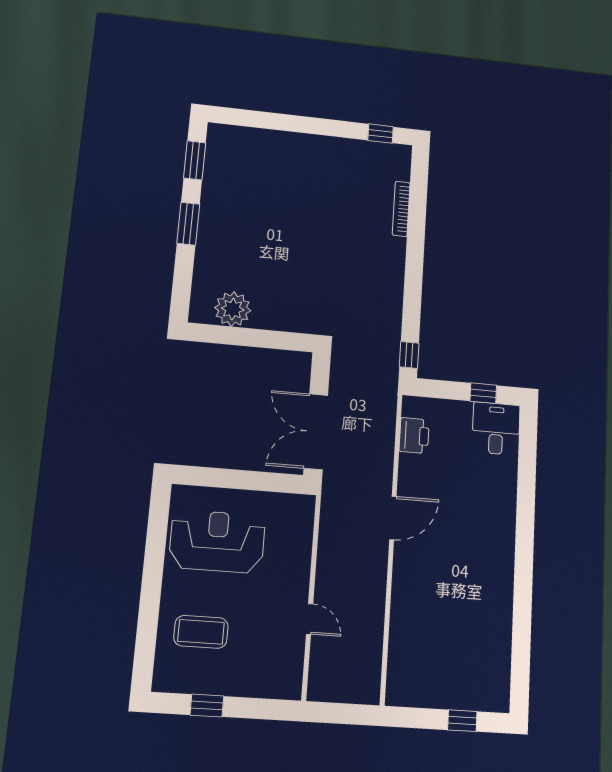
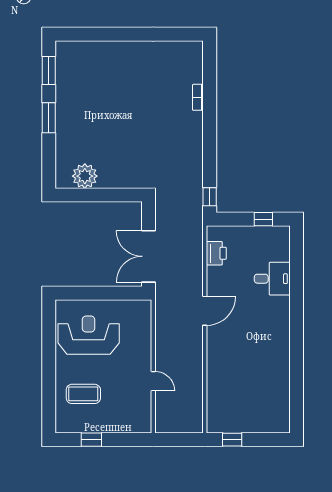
window: (381, 134) -> (180, 34), removed
bookcase: (401, 209) -> (198, 97), width x0.64
desk: (496, 429) -> (272, 279), moved, turned 90
window: (462, 721) -> (232, 440), moved

